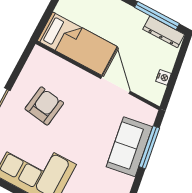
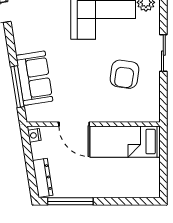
dresser: (164, 32) -> (43, 178), moved, turned 81
nightstand: (163, 77) -> (34, 135), moved

